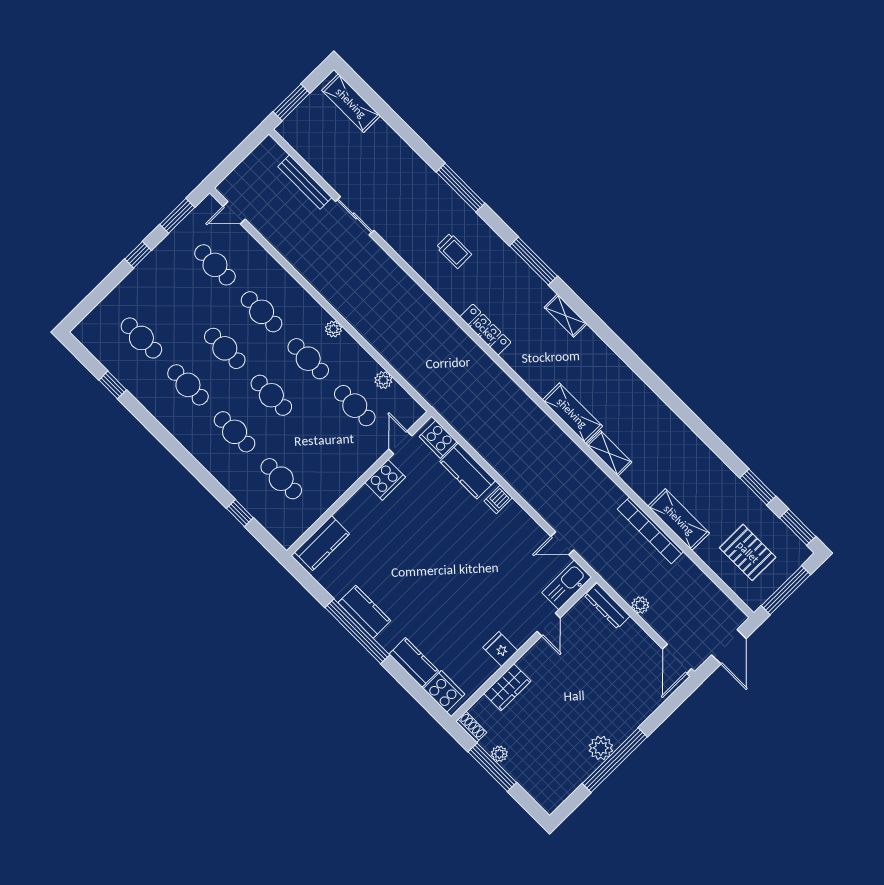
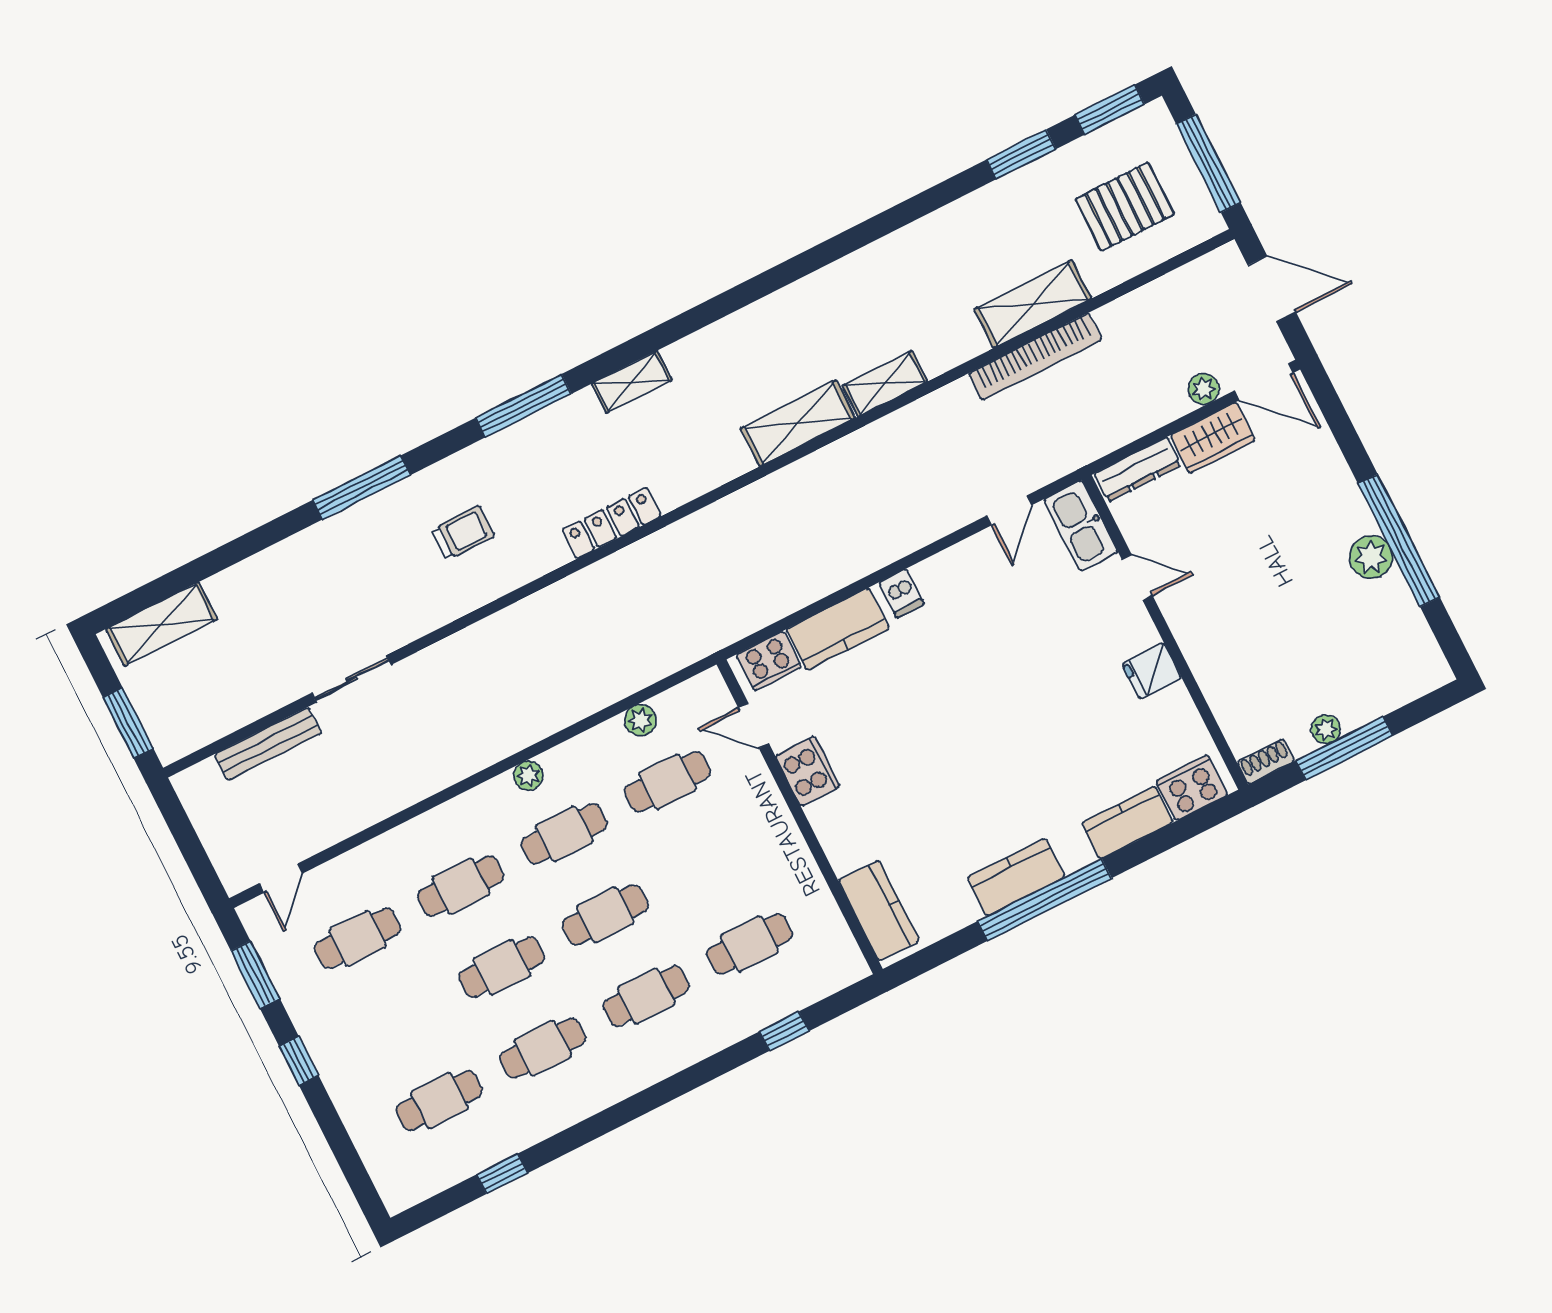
plant: (640, 605) -> (1204, 389), moved
wardrobe: (507, 687) -> (1213, 438), moved, turned 90

